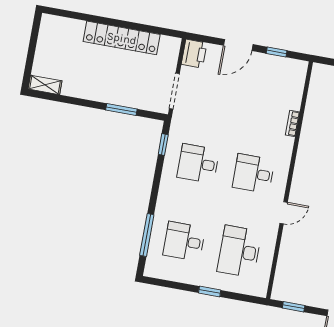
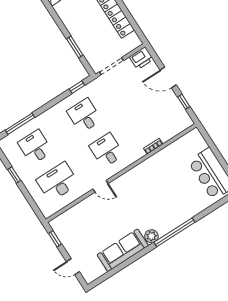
window: (210, 291) -> (14, 175), moved

